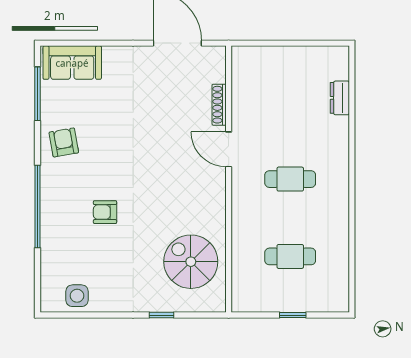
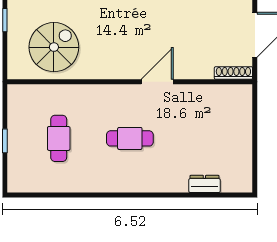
shoe rack: (219, 105) -> (233, 73), moved
cafe table: (290, 179) -> (130, 138), turned 90

